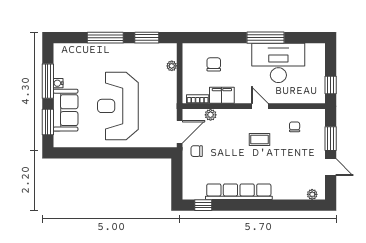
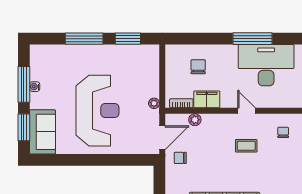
plant: (172, 66) -> (154, 103), moved
reception desk: (118, 106) -> (98, 111), turned 180
sofa: (66, 110) -> (42, 132), moved

